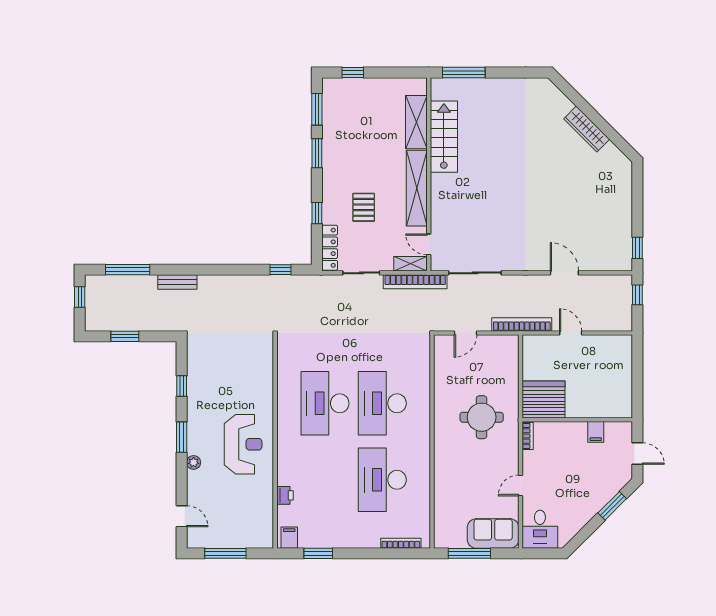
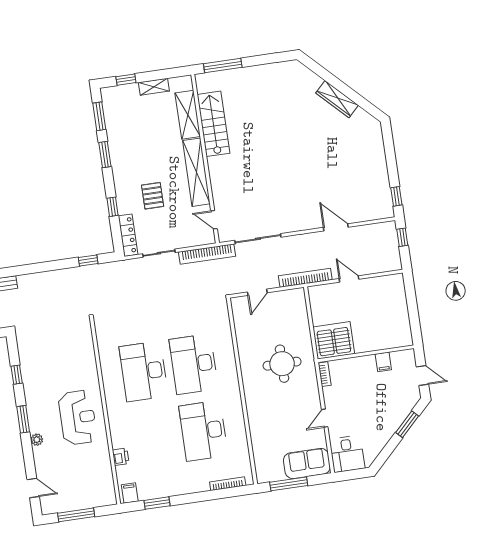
shelving: (410, 264) -> (154, 87), moved

